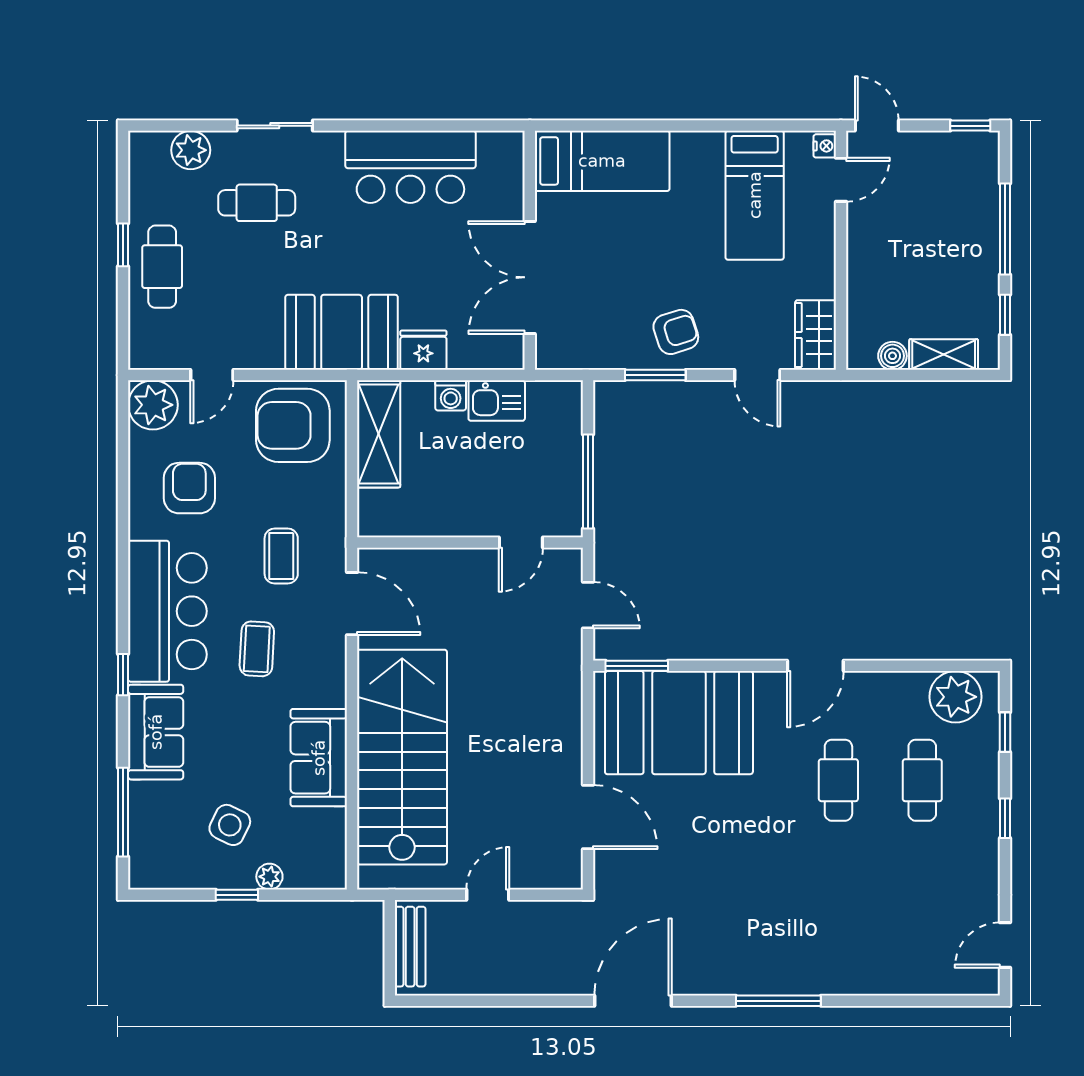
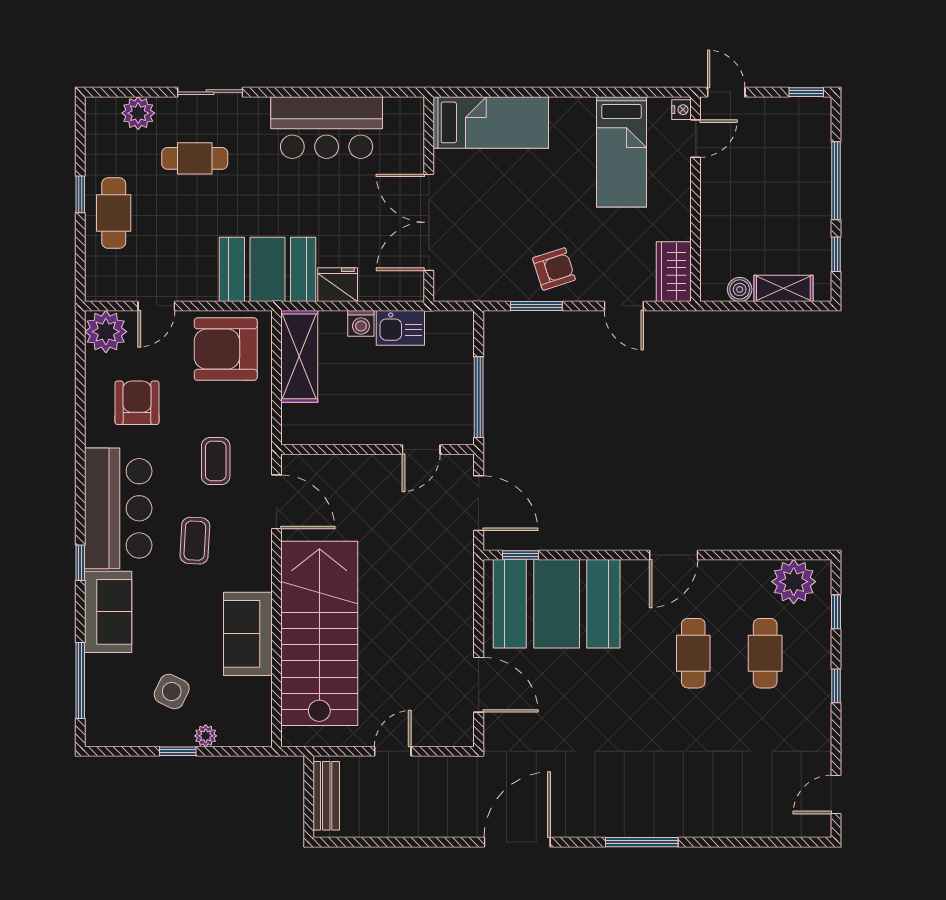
door: (588, 605) -> (479, 503), width x1.38
window: (637, 666) -> (520, 555), width x0.67

